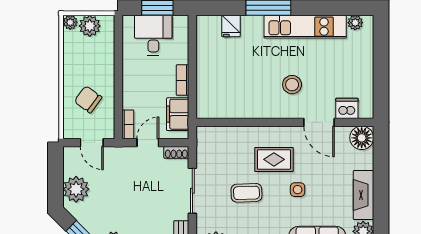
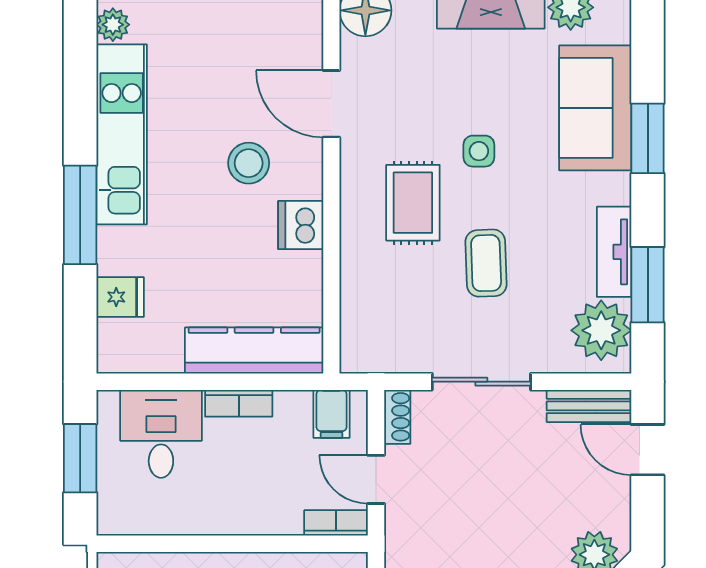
desk: (153, 35) -> (161, 434), moved, turned 90
kitchen counter: (207, 87) -> (254, 351), added
dishwasher: (347, 108) -> (301, 225), moved
filing cabinet: (178, 114) -> (332, 414), width x0.50
door: (319, 122) -> (331, 104), swing flipped

